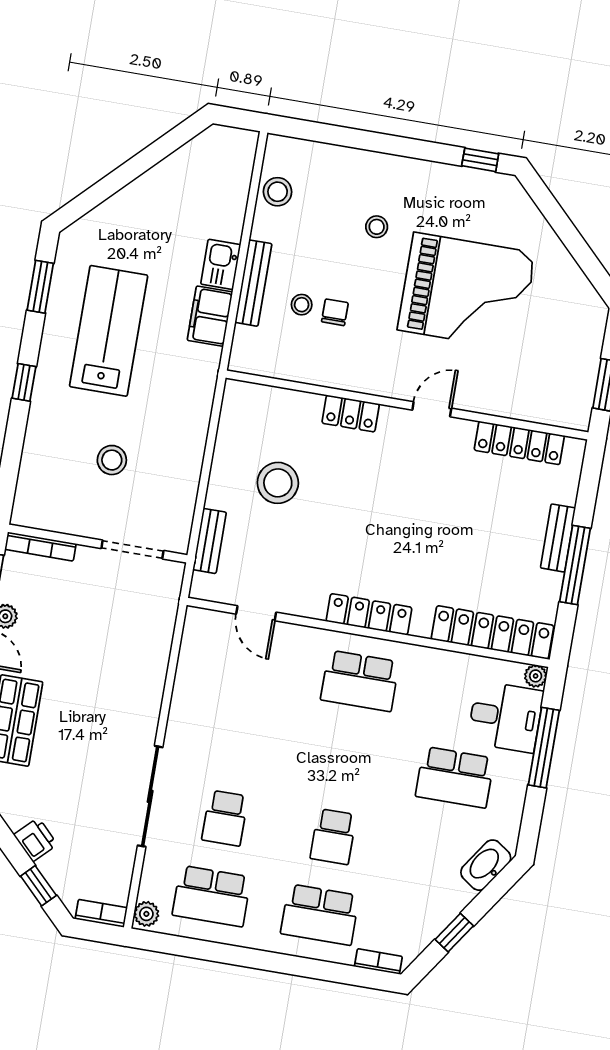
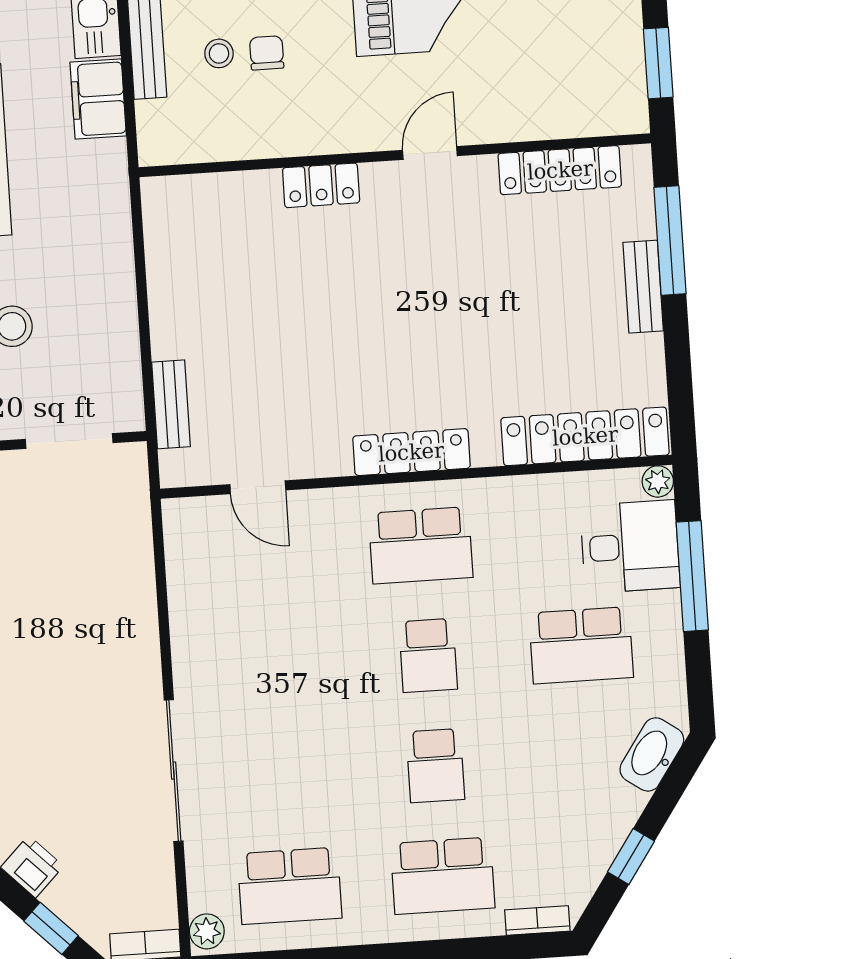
stool: (278, 483) -> (245, 303), removed
window: (575, 565) -> (670, 240), moved
school desk: (225, 818) -> (428, 655), moved

